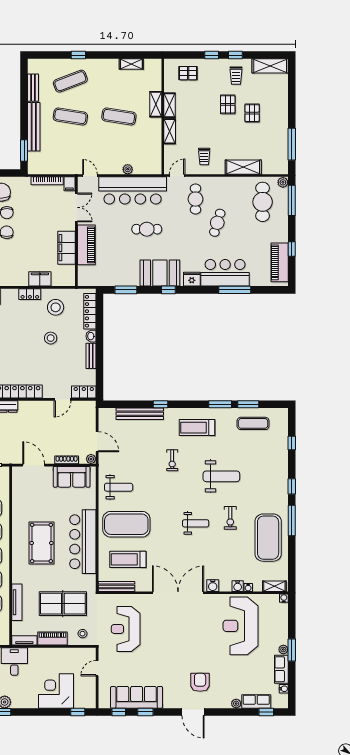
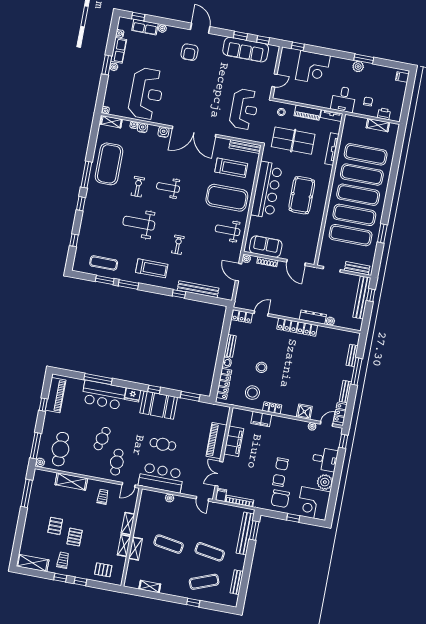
bench: (34, 127) -> (245, 534), moved
bar counter: (133, 190) -> (161, 478), width x0.73

